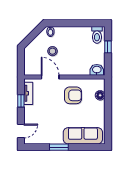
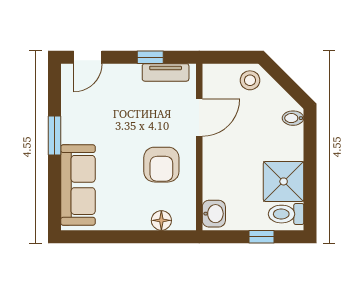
shower: (81, 36) -> (284, 181), added
stool: (52, 51) -> (250, 80), moved
door: (21, 131) -> (88, 57), hinge flipped

